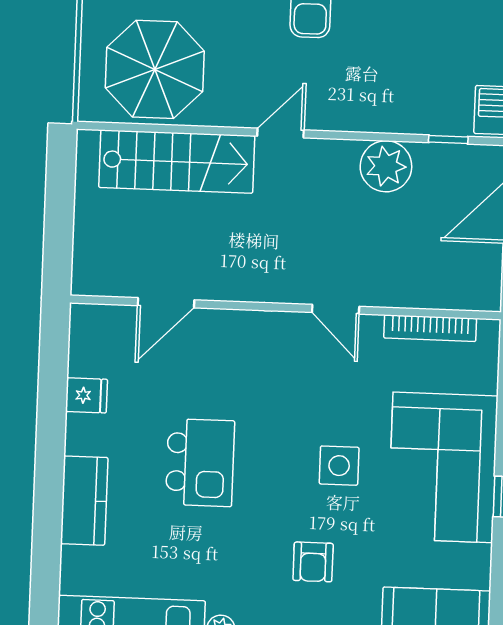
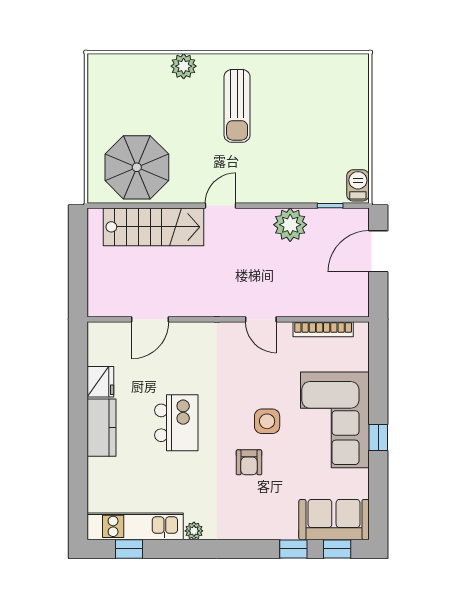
fridge: (86, 395) -> (100, 382), width x1.38
kitchen counter: (84, 501) -> (102, 428), moved
armchair: (313, 562) -> (249, 462), moved

